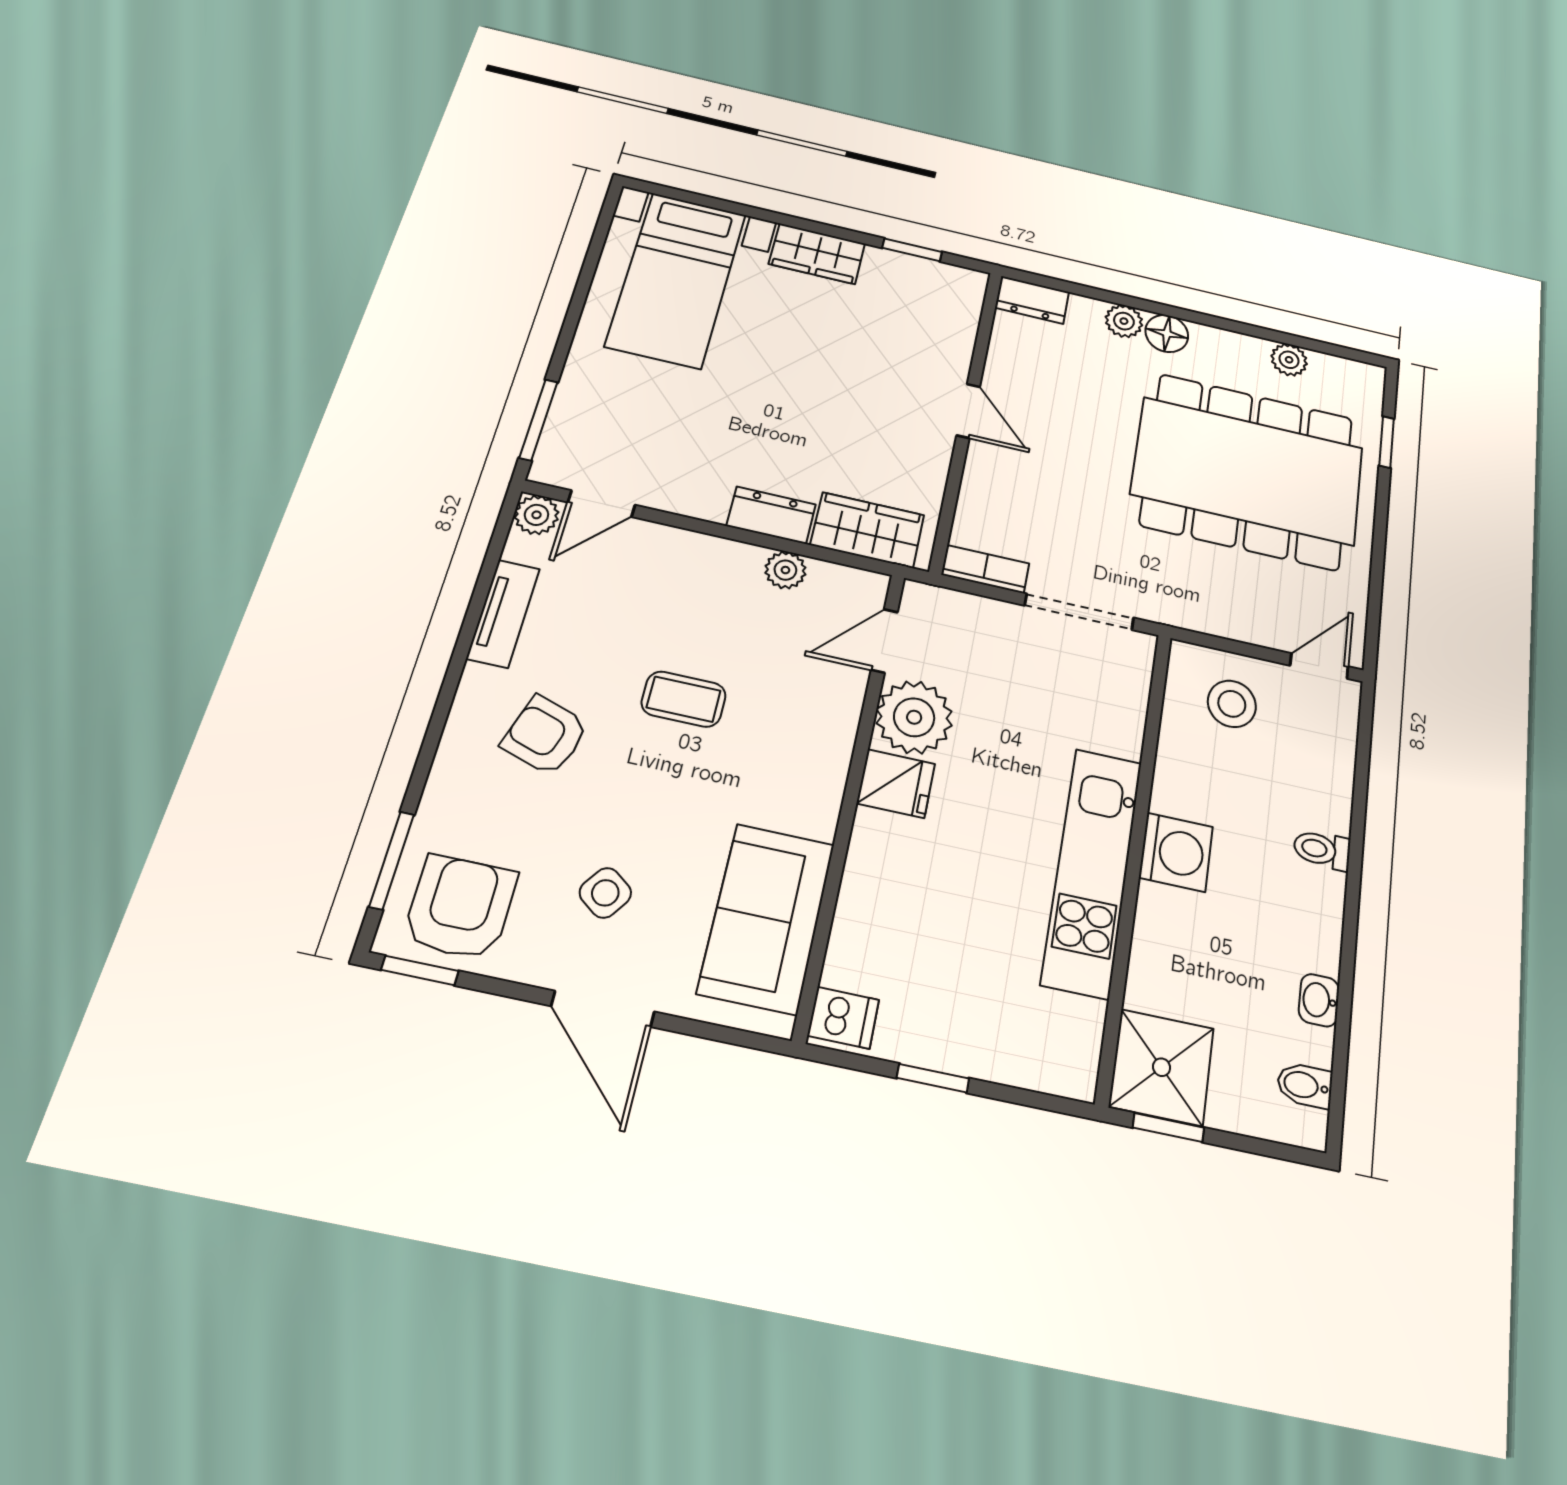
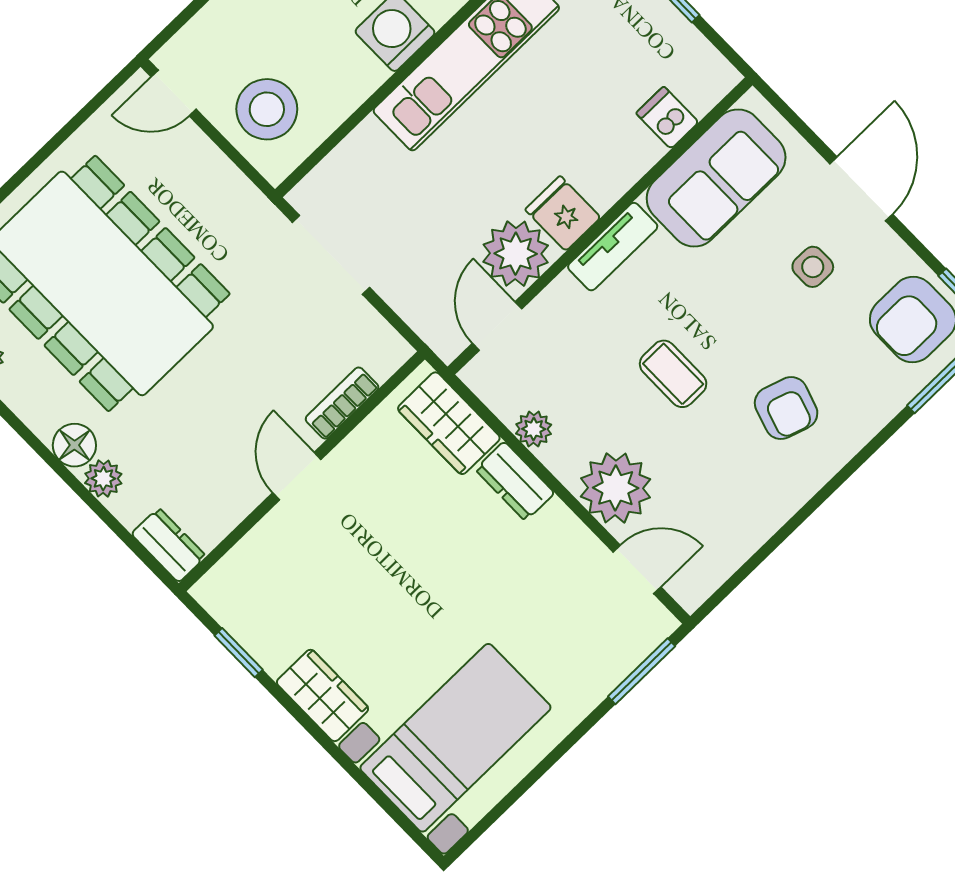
plant: (536, 515) -> (616, 488), moved, width x1.88, depth x1.88
bookcase: (985, 569) -> (342, 403), moved, turned 90
tv unit: (503, 613) -> (613, 247), moved, turned 180
door: (884, 641) -> (497, 326), swing flipped
stool: (1232, 704) -> (267, 109), width x1.38, depth x1.38
side table: (605, 893) -> (813, 267), turned -36
dishwasher: (843, 1018) -> (667, 118), moved

